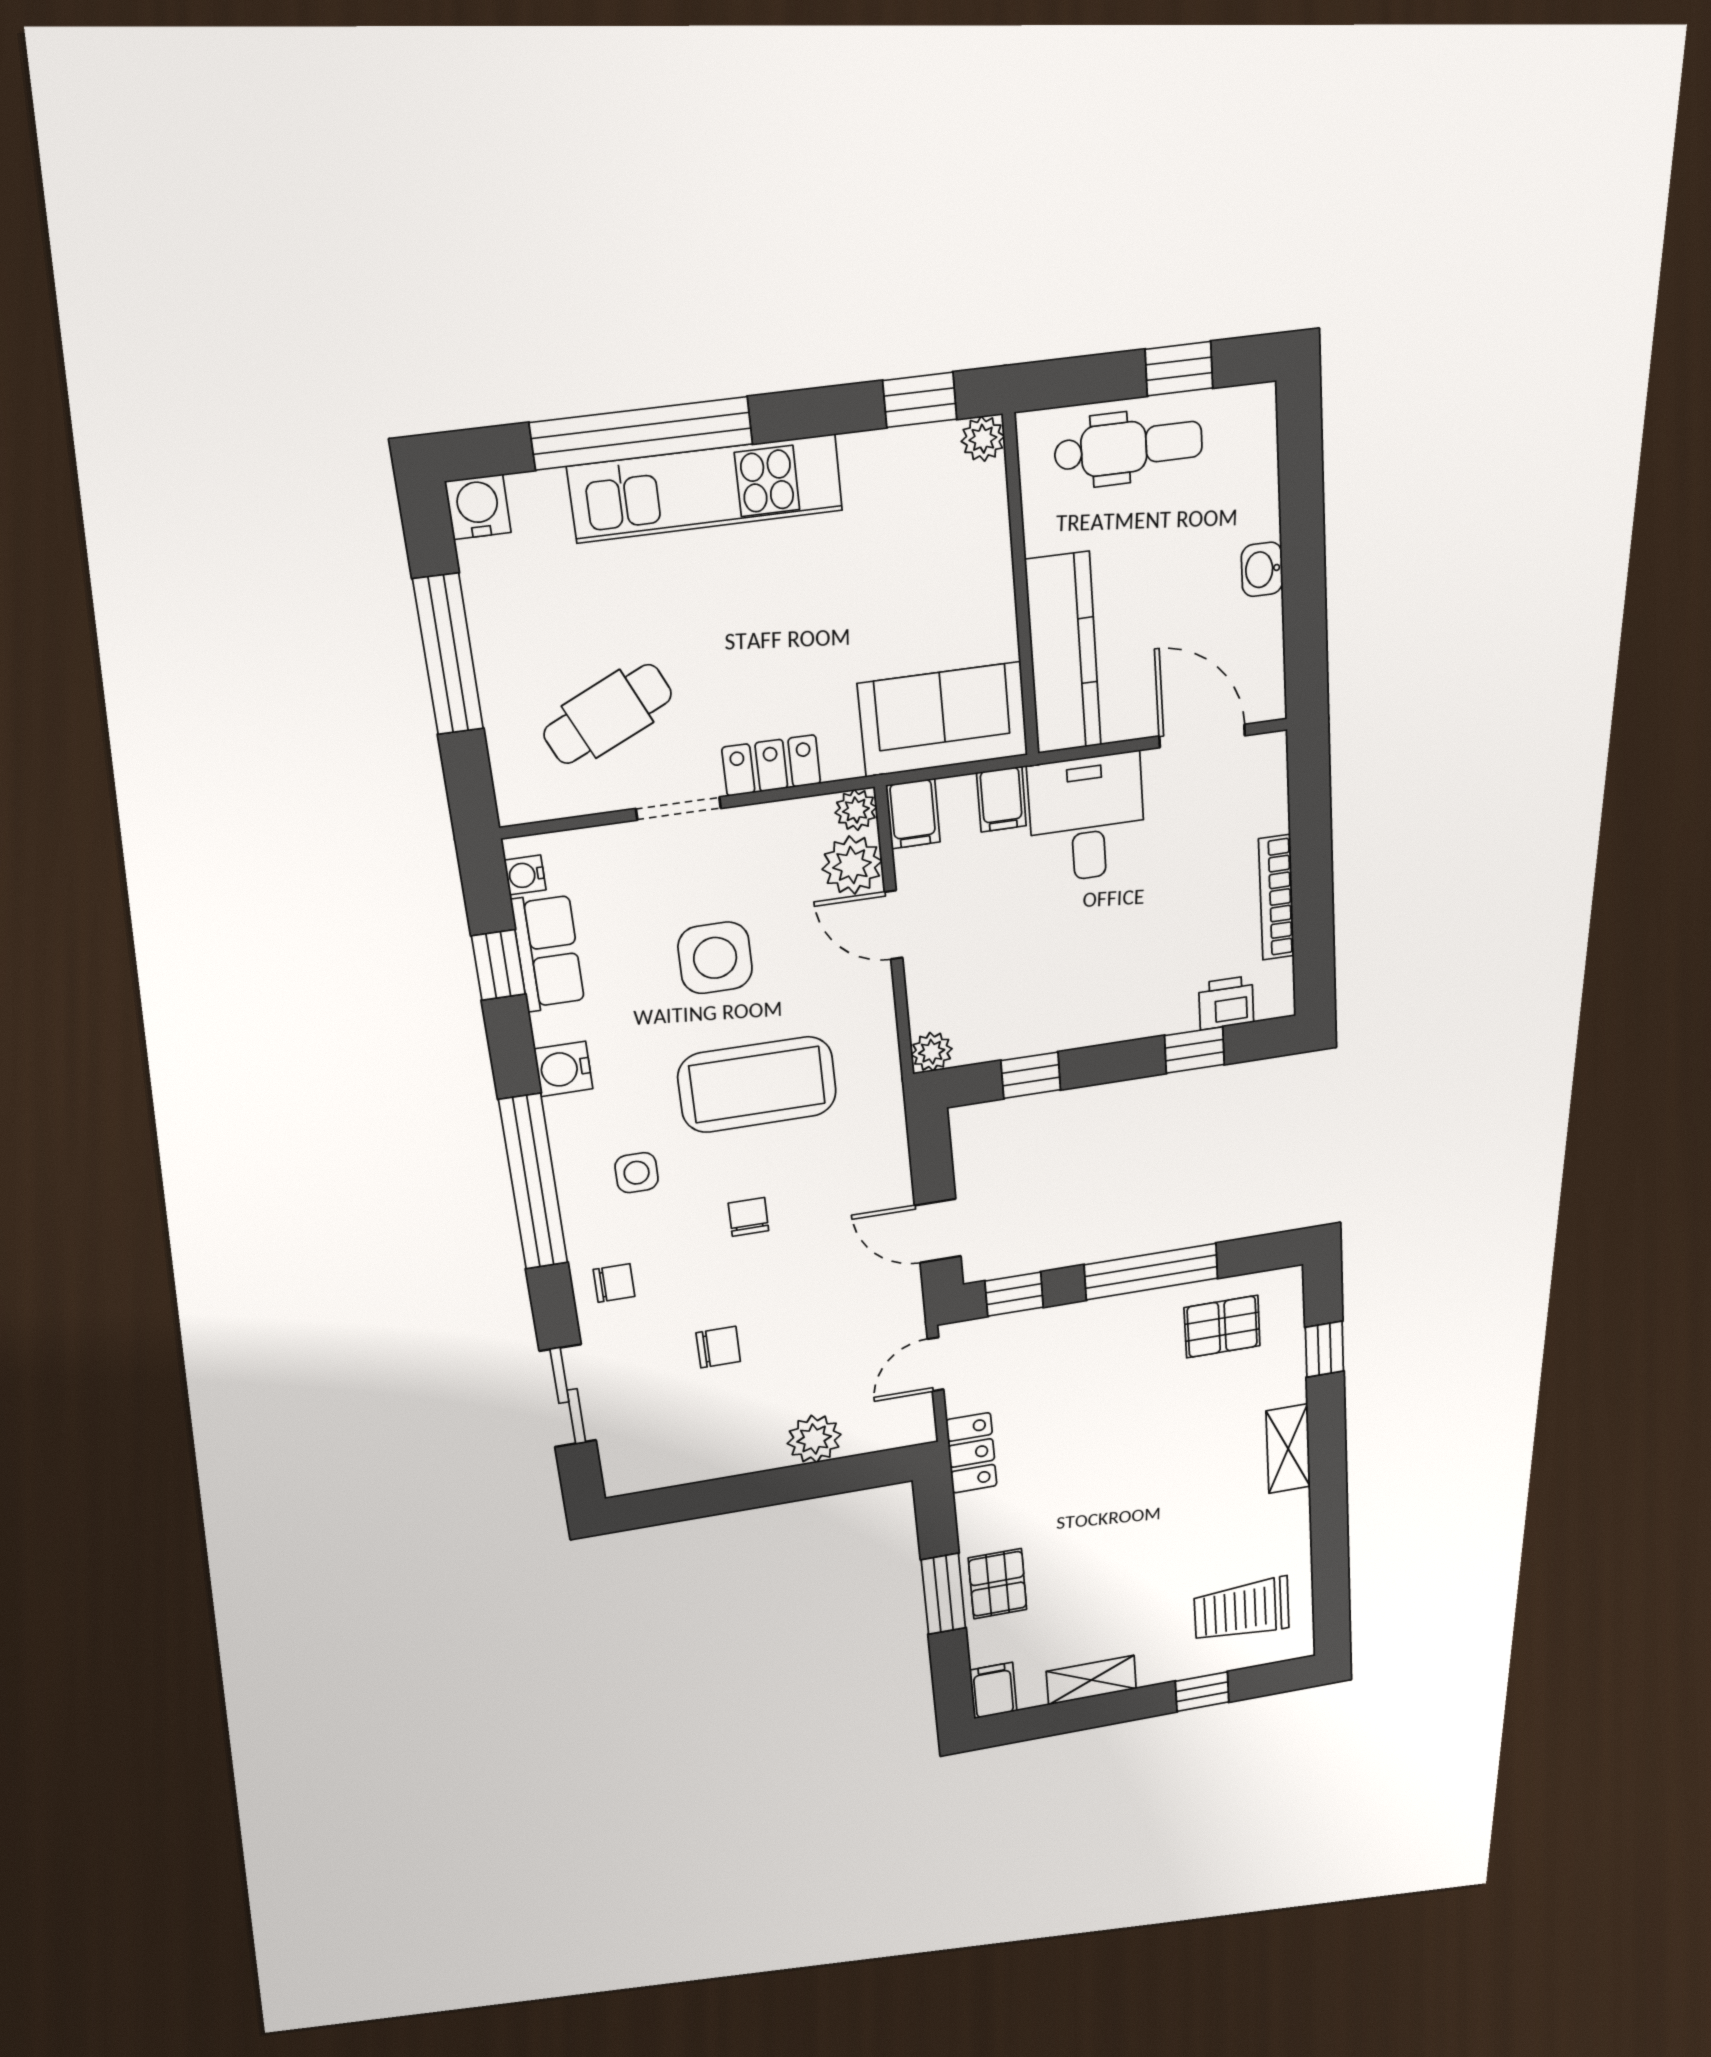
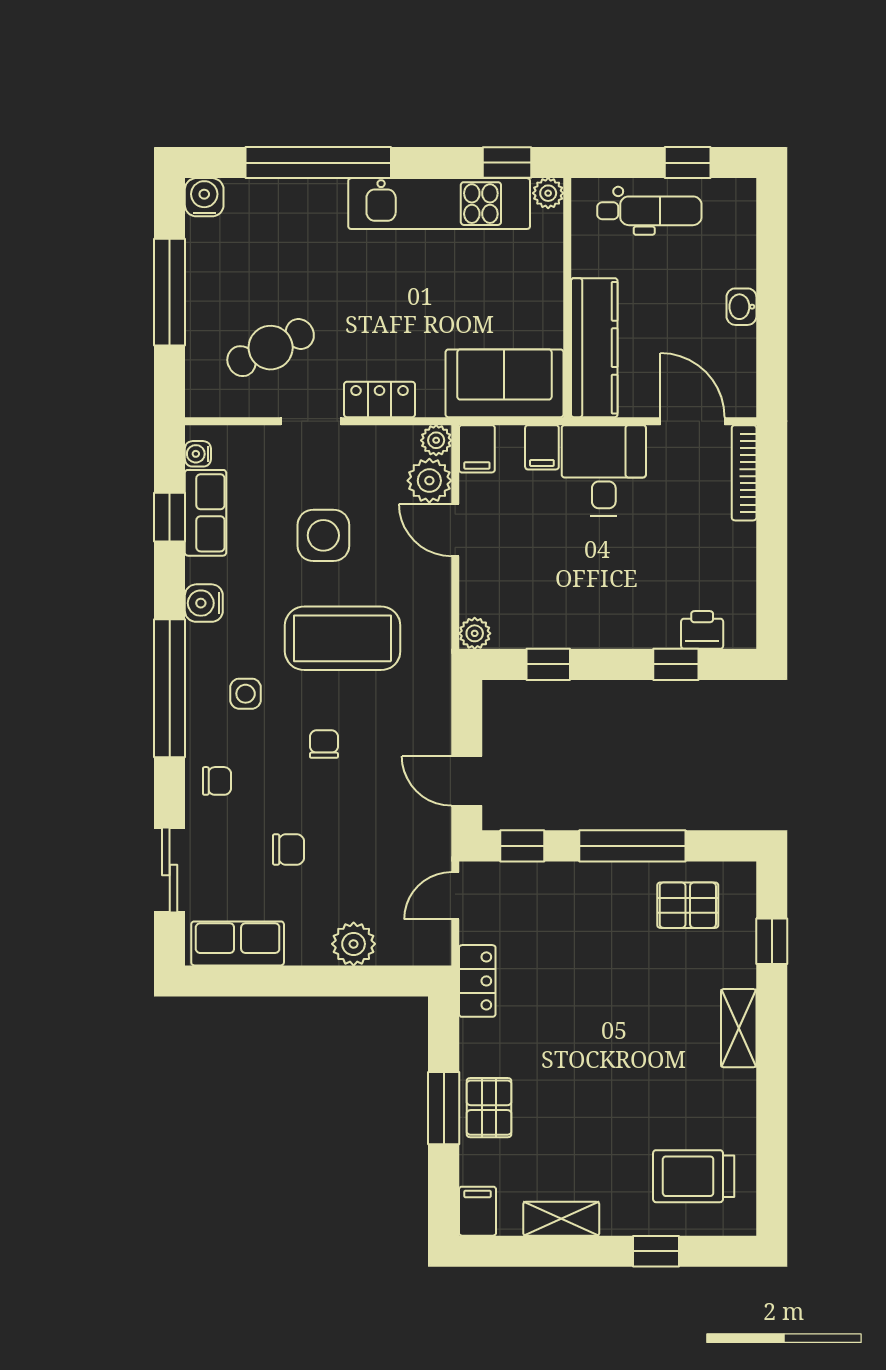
kitchen unit: (706, 489) -> (439, 204), moved
bookcase: (1276, 898) -> (744, 473), moved
row of seats: (668, 1463) -> (238, 943), added

